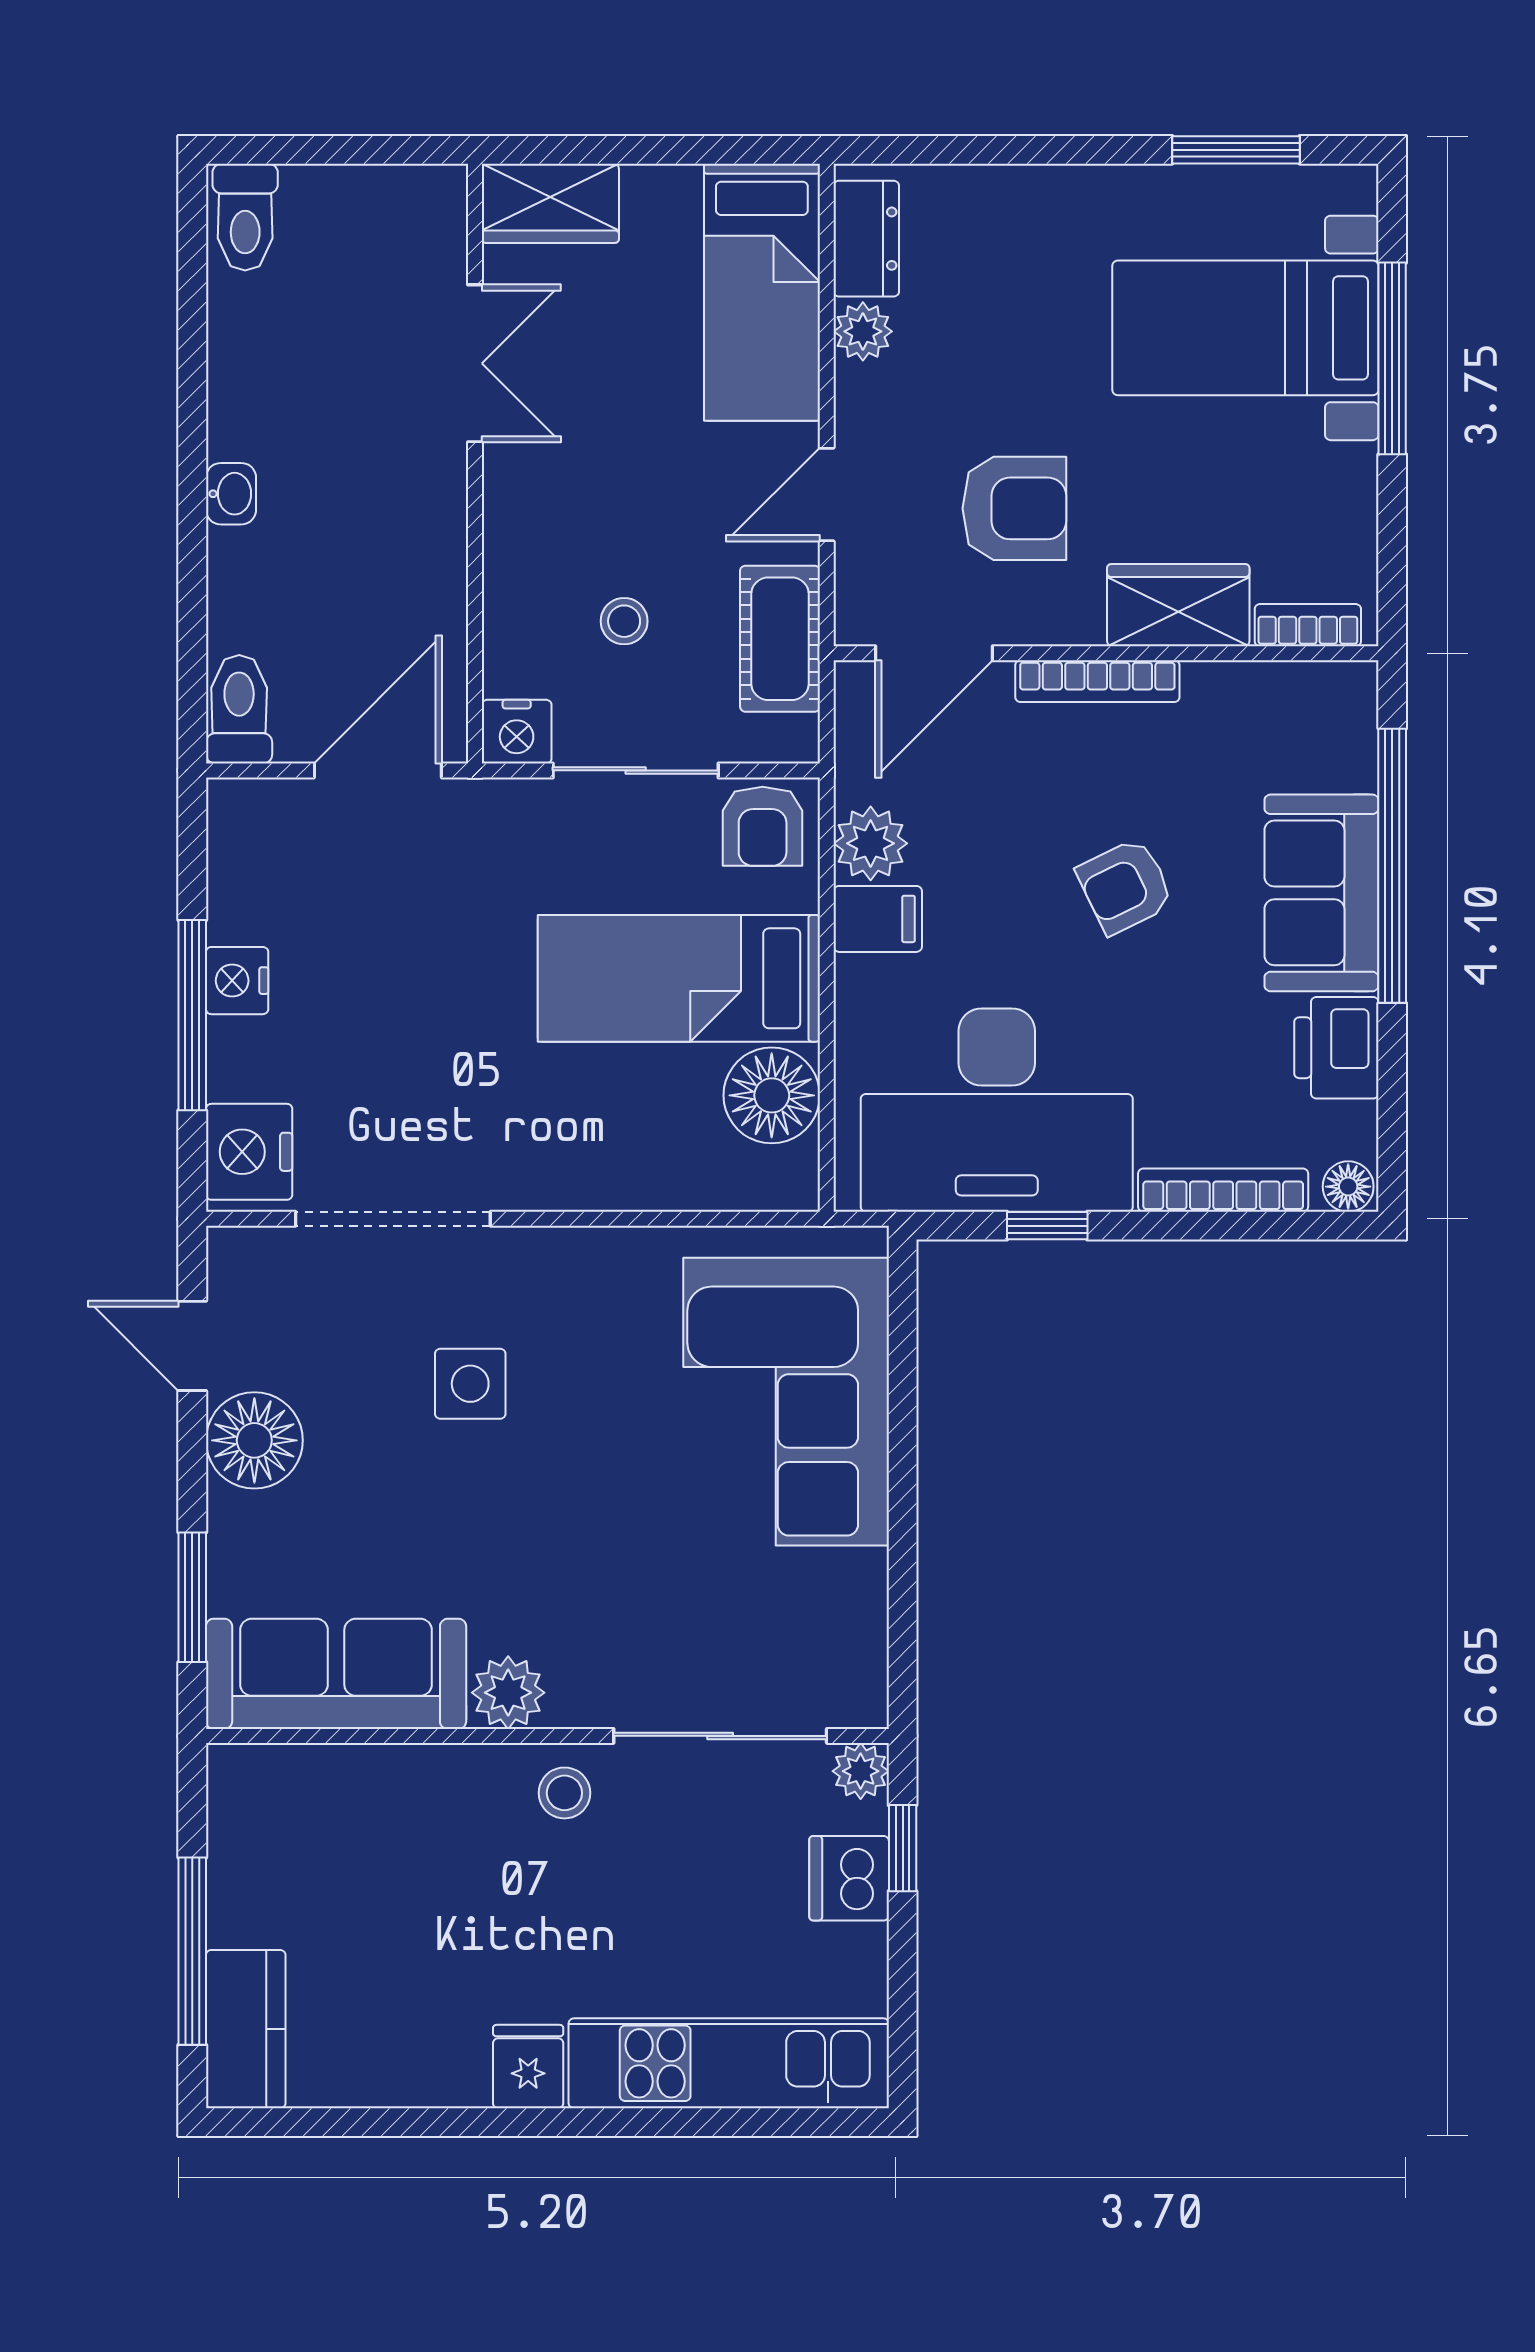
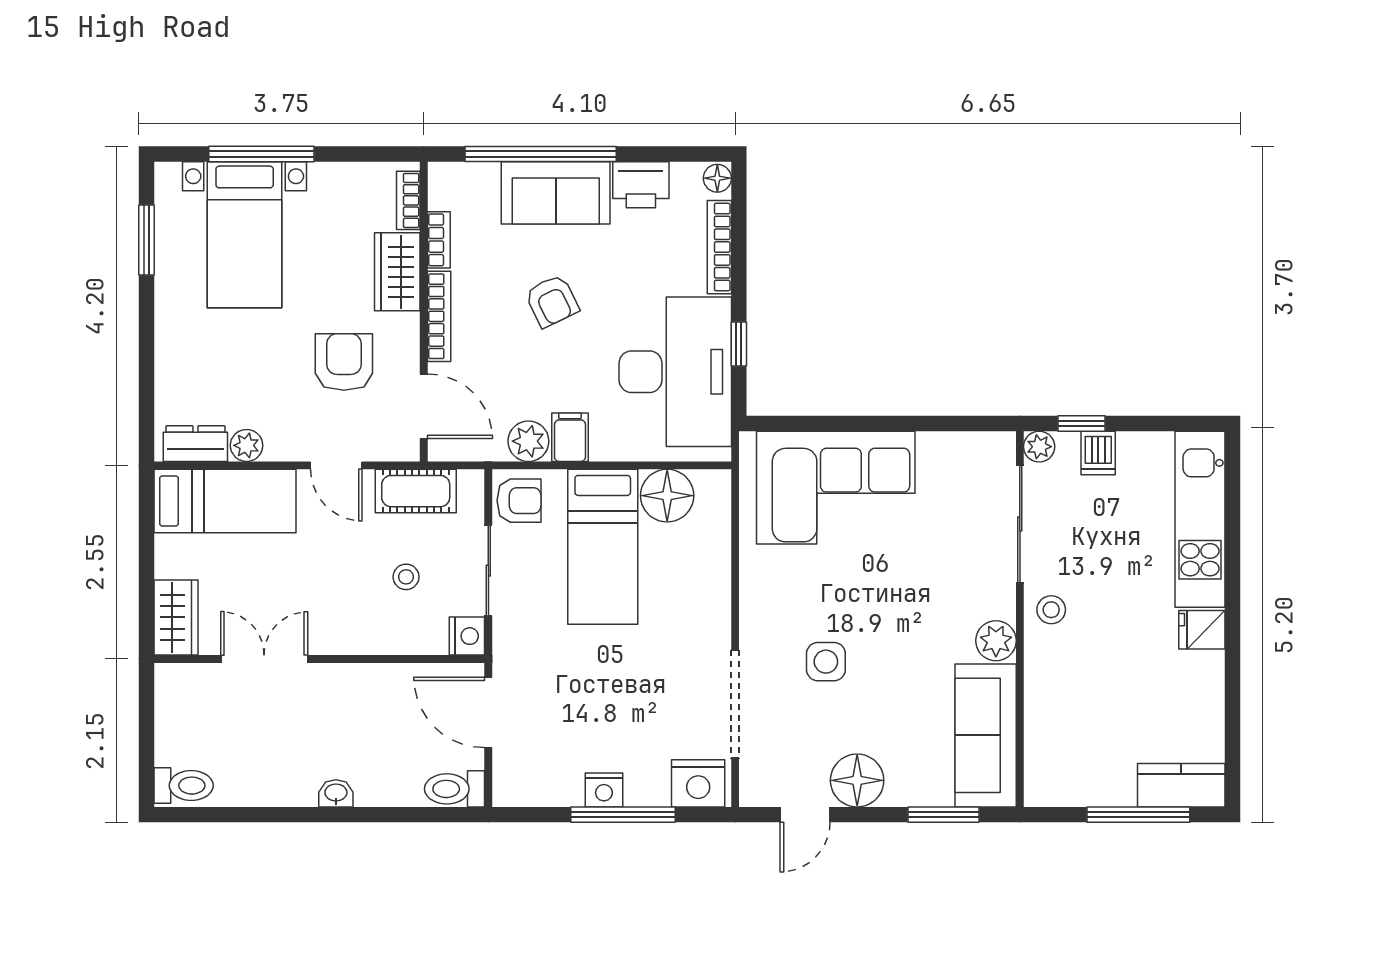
bookcase: (1236, 681) -> (439, 240), added
dishwasher: (849, 1878) -> (1098, 453), width x0.73

